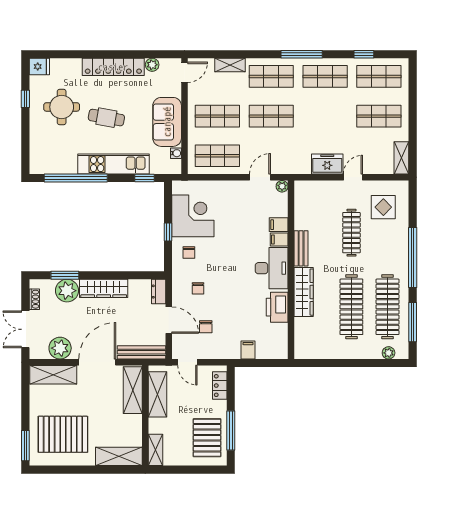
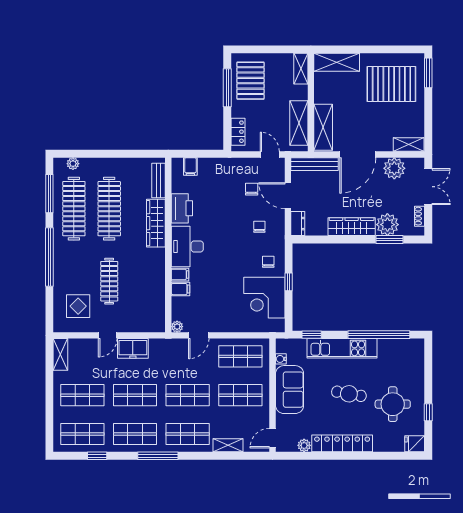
shop shelf: (325, 116) -> (135, 395), added
bench: (301, 248) -> (159, 180), moved
filing cabinet: (248, 350) -> (190, 166), moved
shelving: (53, 375) -> (409, 145), width x0.67, depth x0.75

